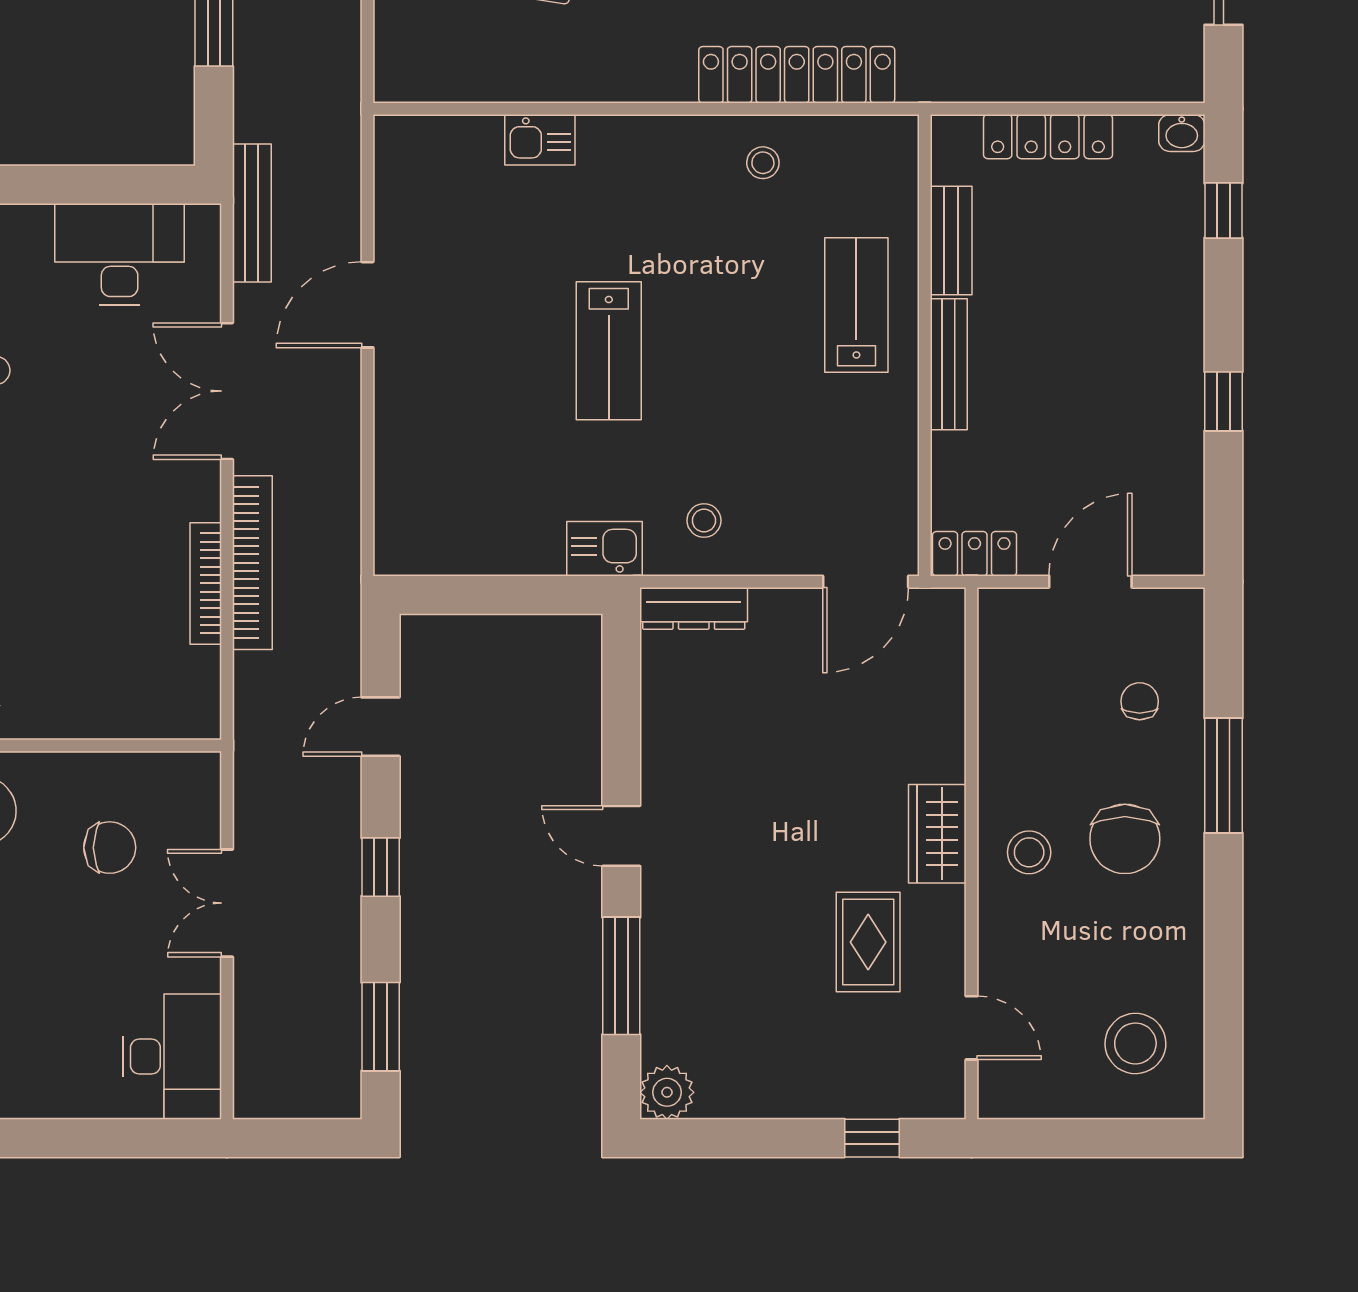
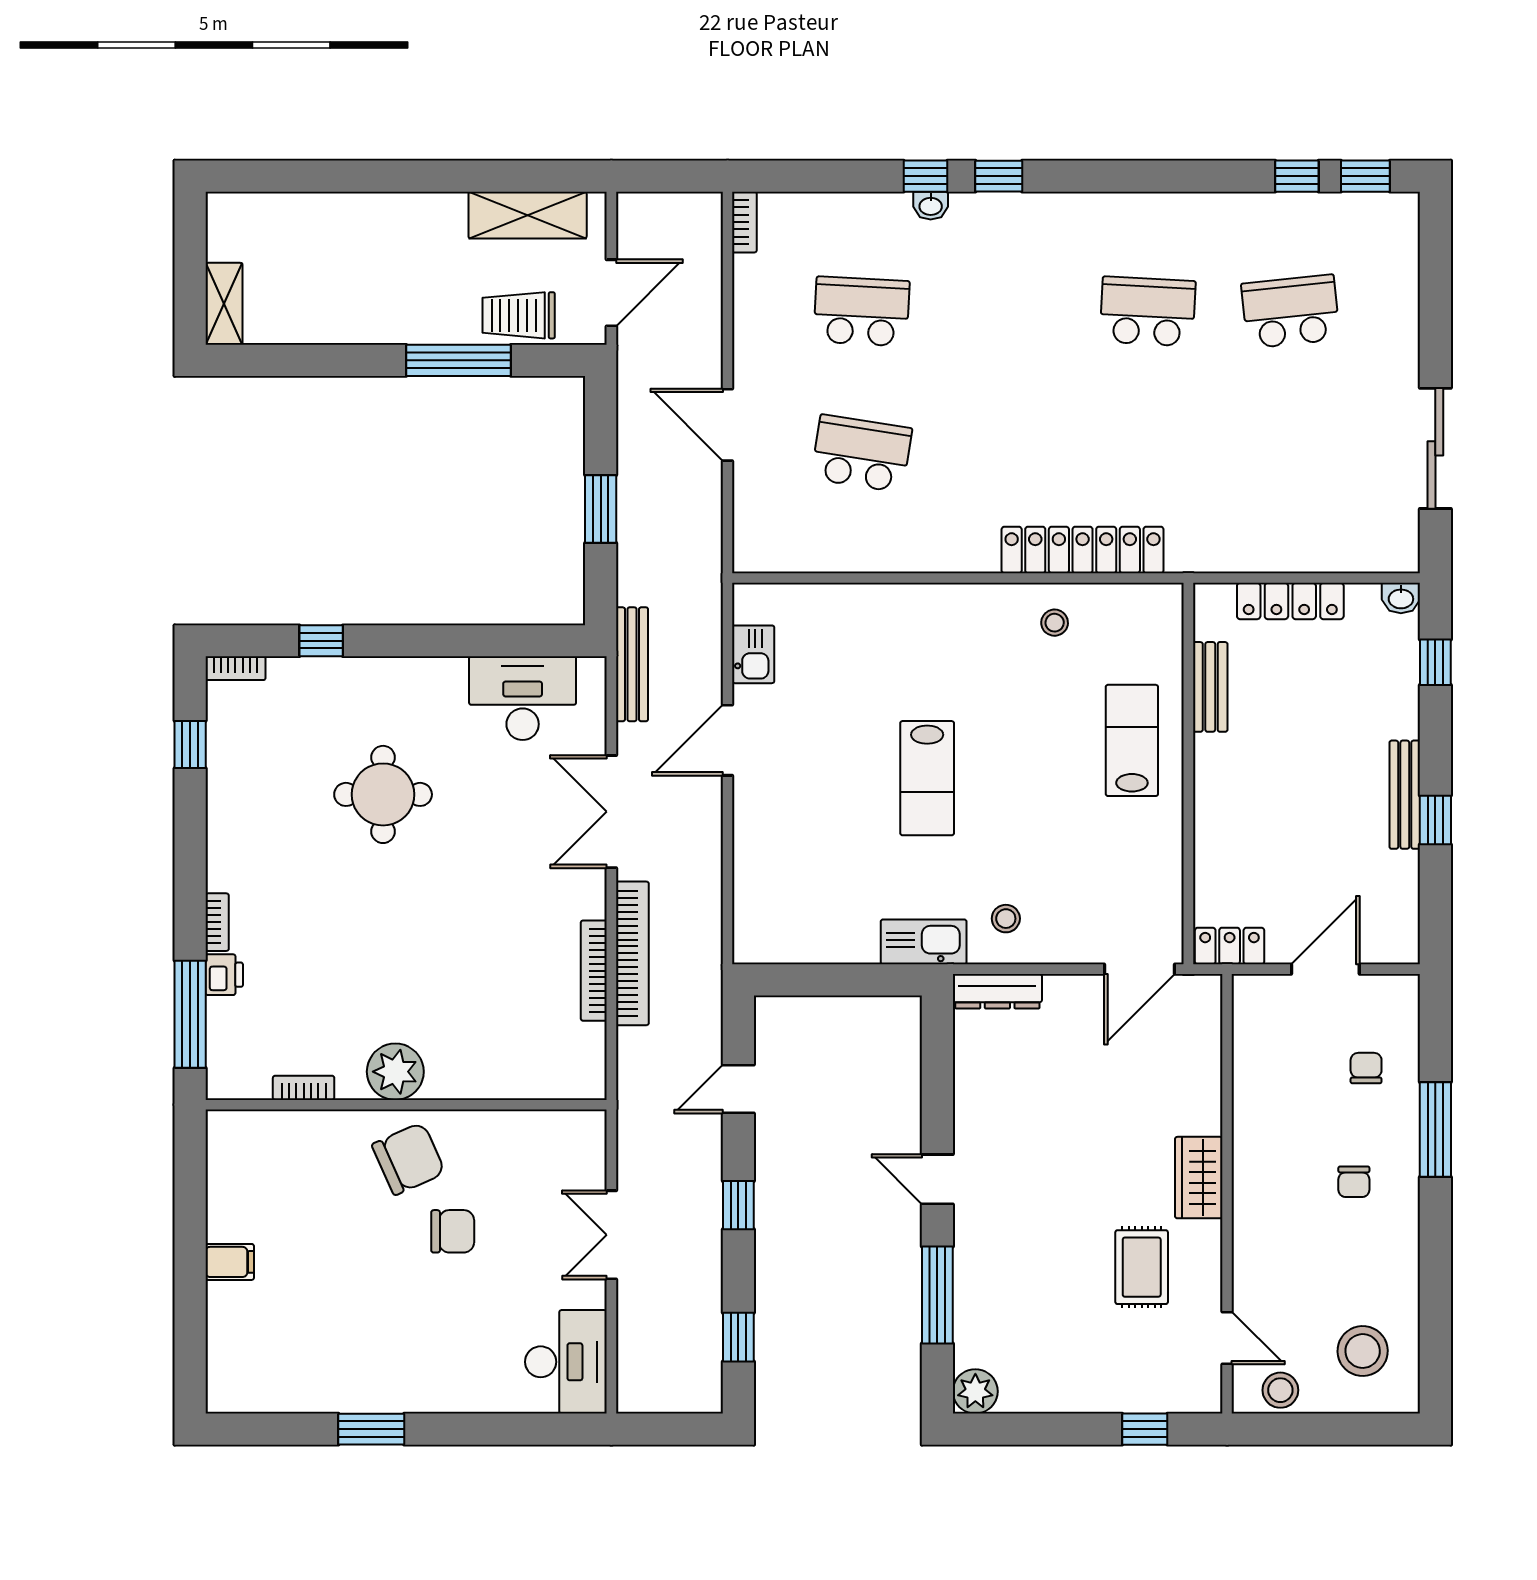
kitchen sink: (540, 140) -> (753, 654), moved, turned -90
bench: (949, 364) -> (1405, 795), moved
kitchen sink: (605, 549) -> (924, 942), width x1.38
chair: (1125, 839) -> (1354, 1182), width x0.54, depth x0.54
chair: (110, 848) -> (453, 1231), moved
stool: (1029, 852) -> (1280, 1390), moved
window: (381, 1027) -> (738, 1337), width x0.67

